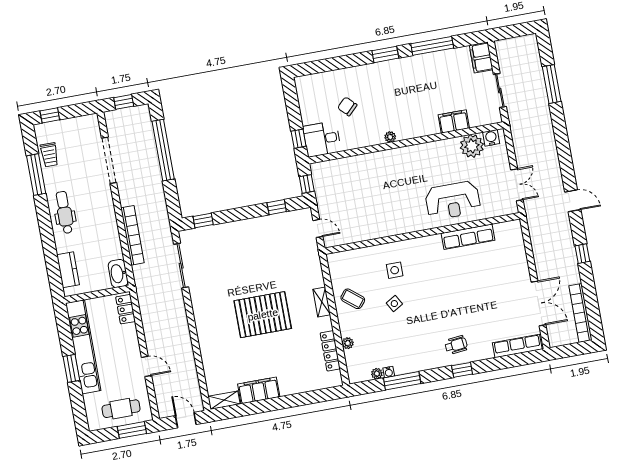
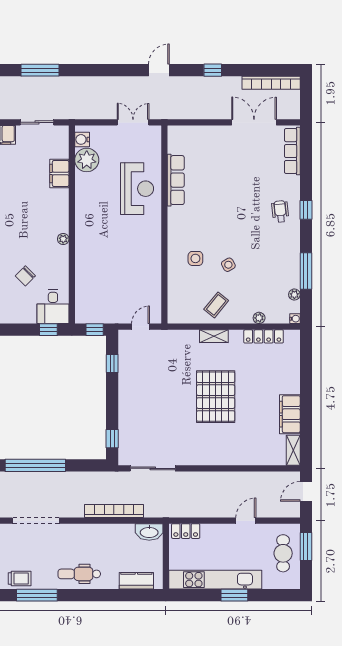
water cooler: (389, 372) -> (295, 319), moved

